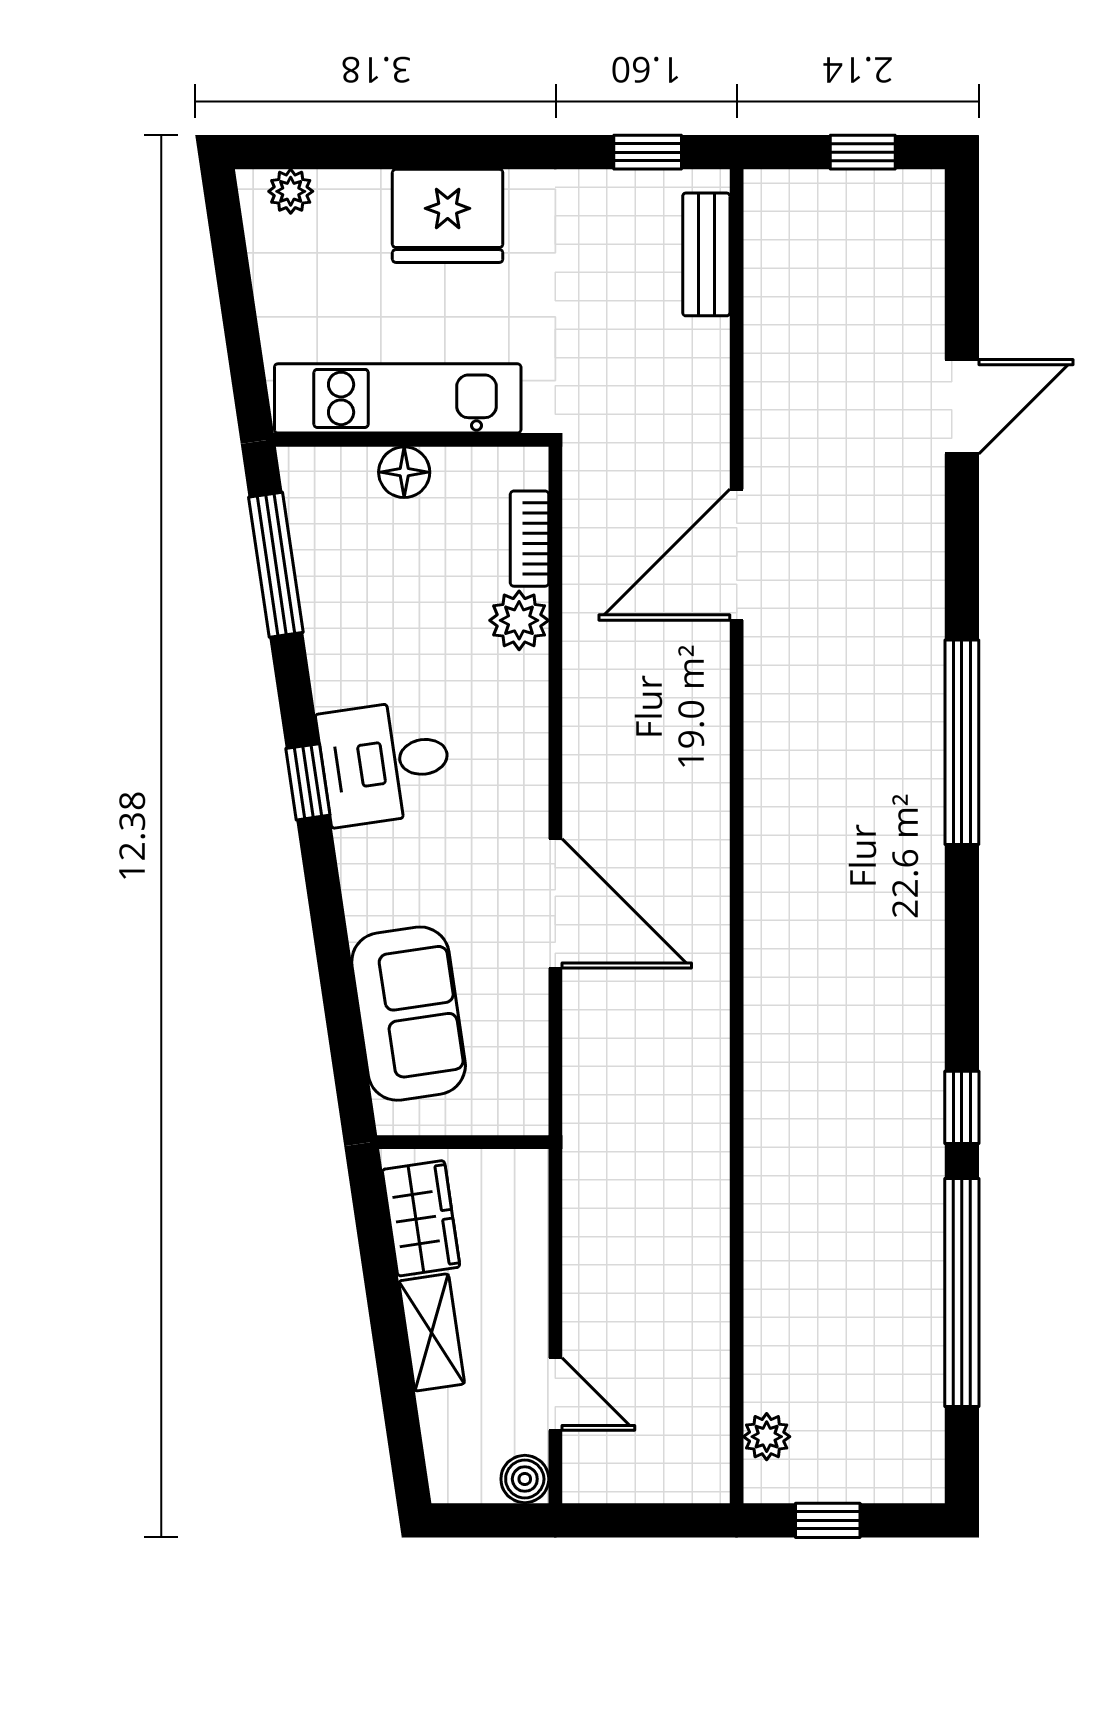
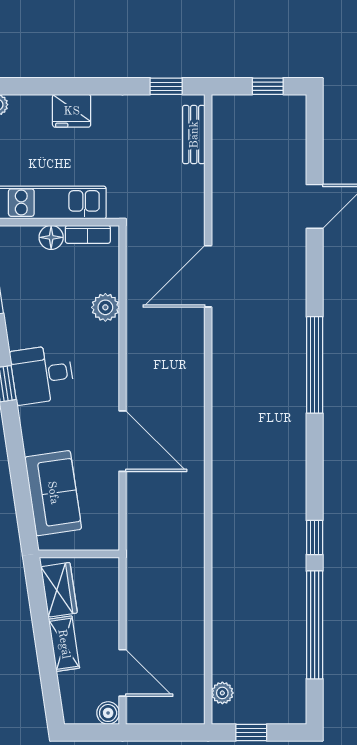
fridge: (448, 216) -> (72, 111), width x0.73, depth x0.75
bookcase: (529, 539) -> (88, 234), moved, turned -90
door: (555, 1394) -> (123, 673), width x1.38

